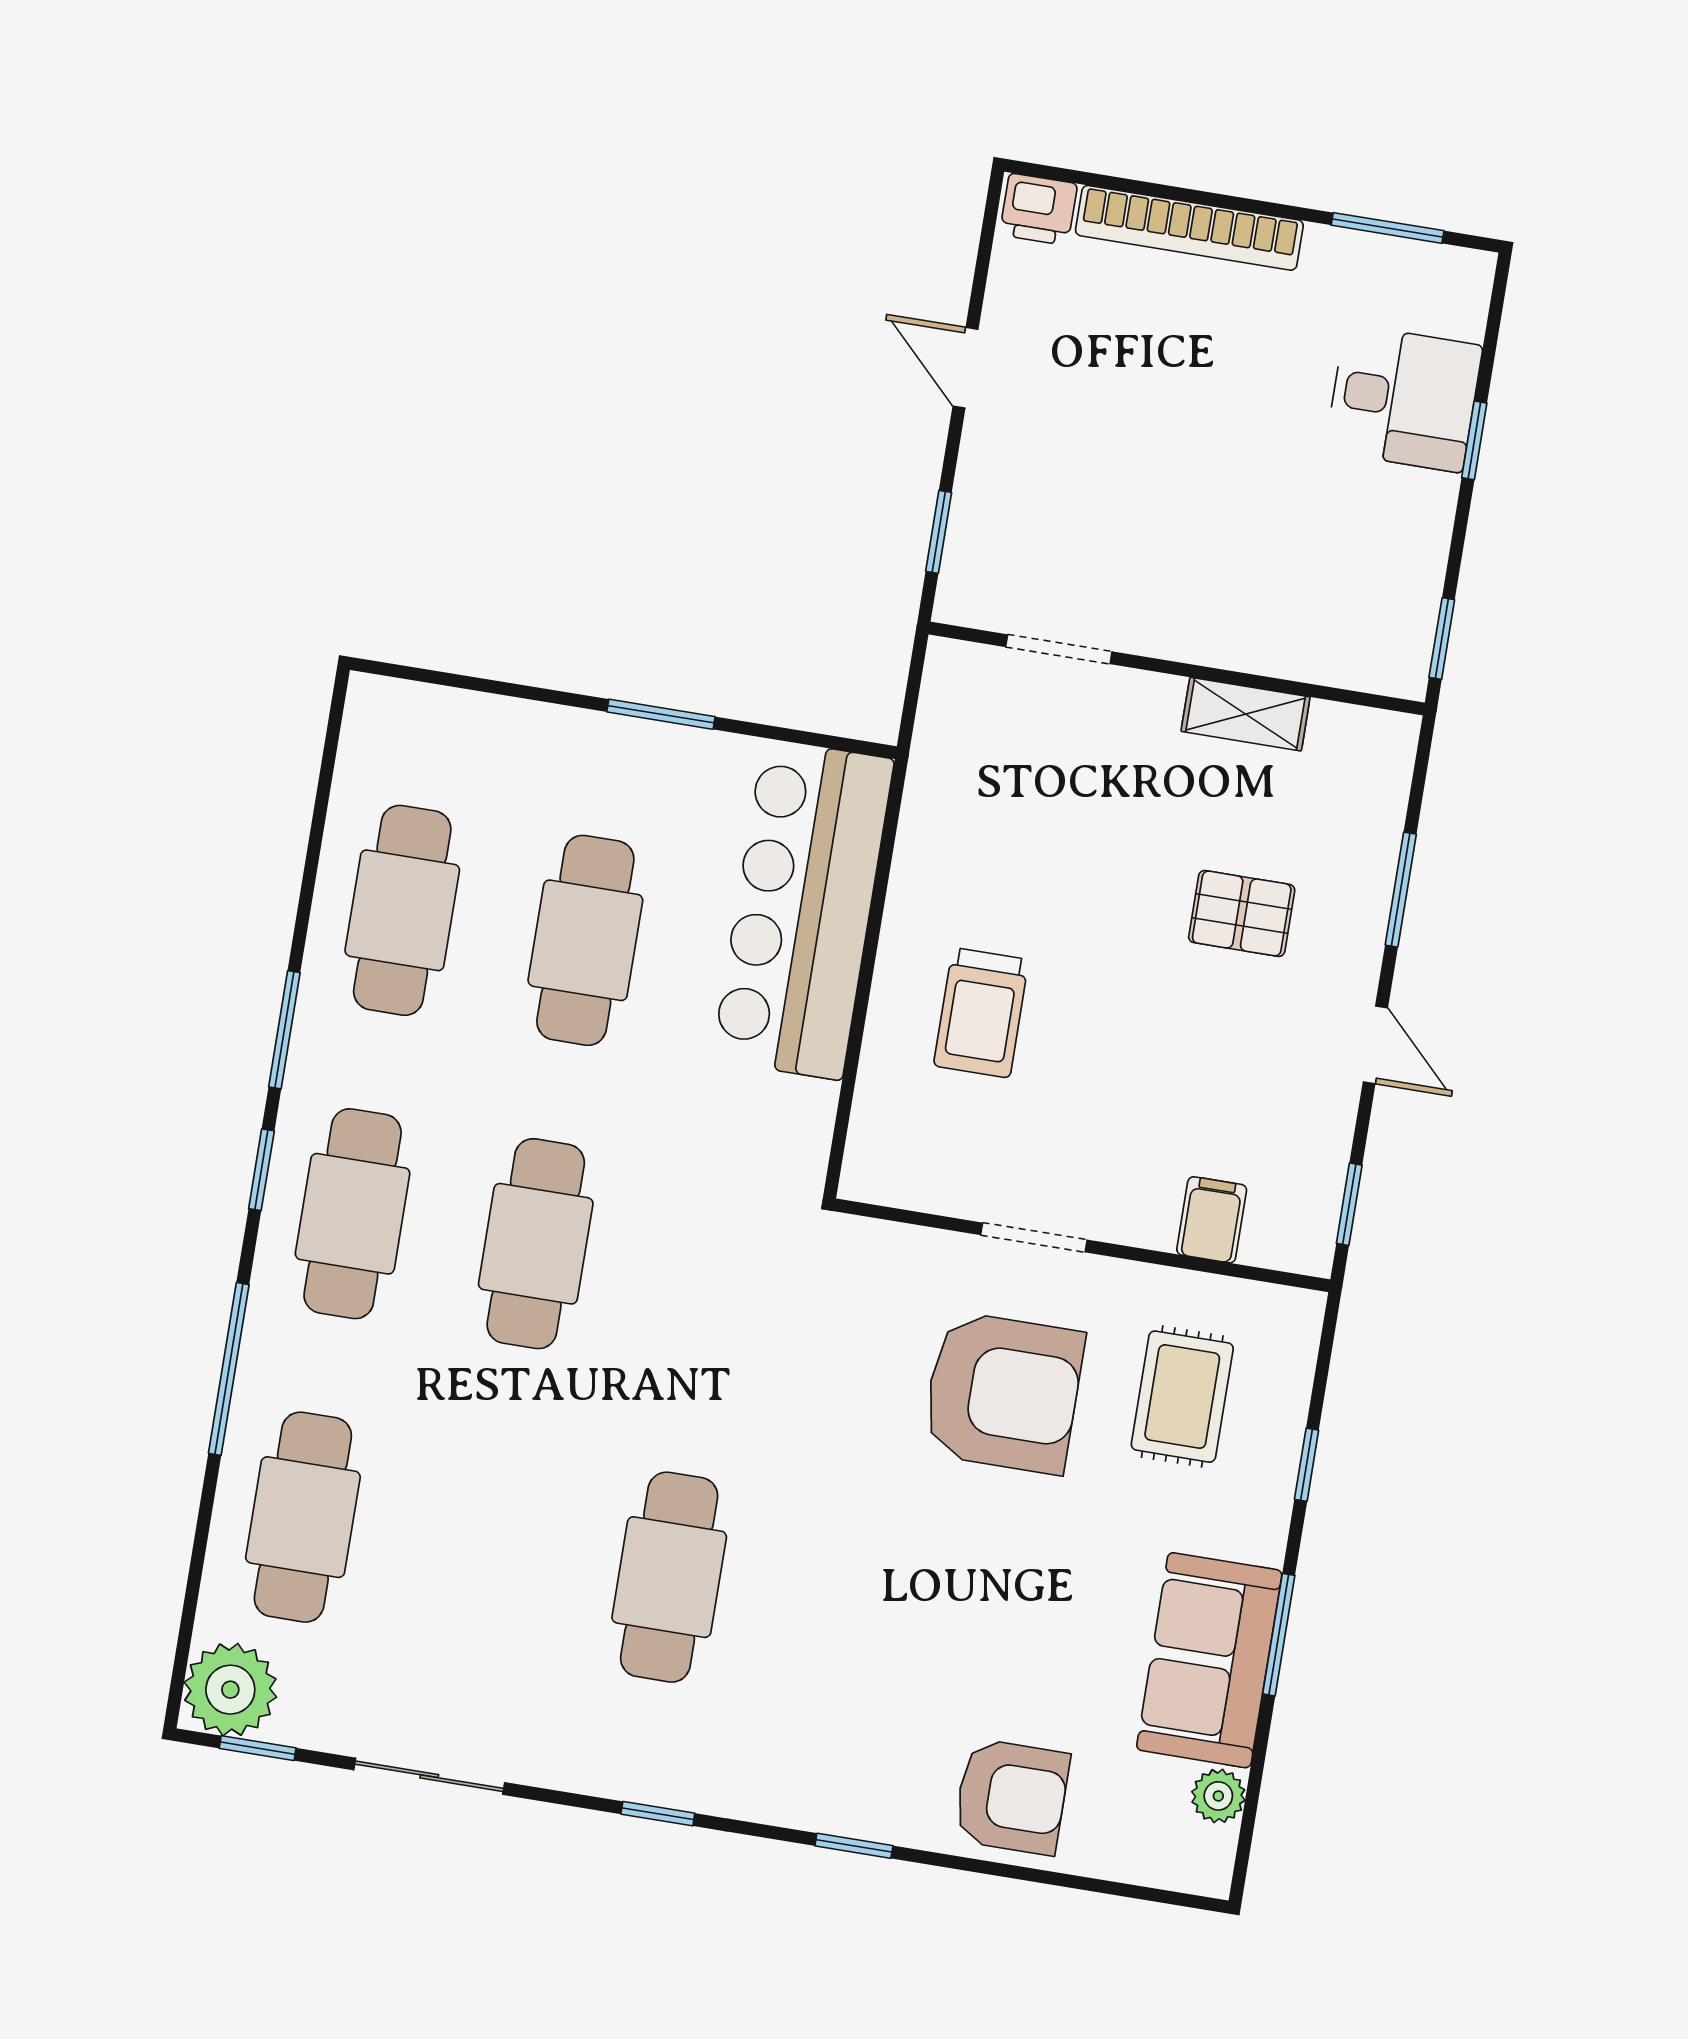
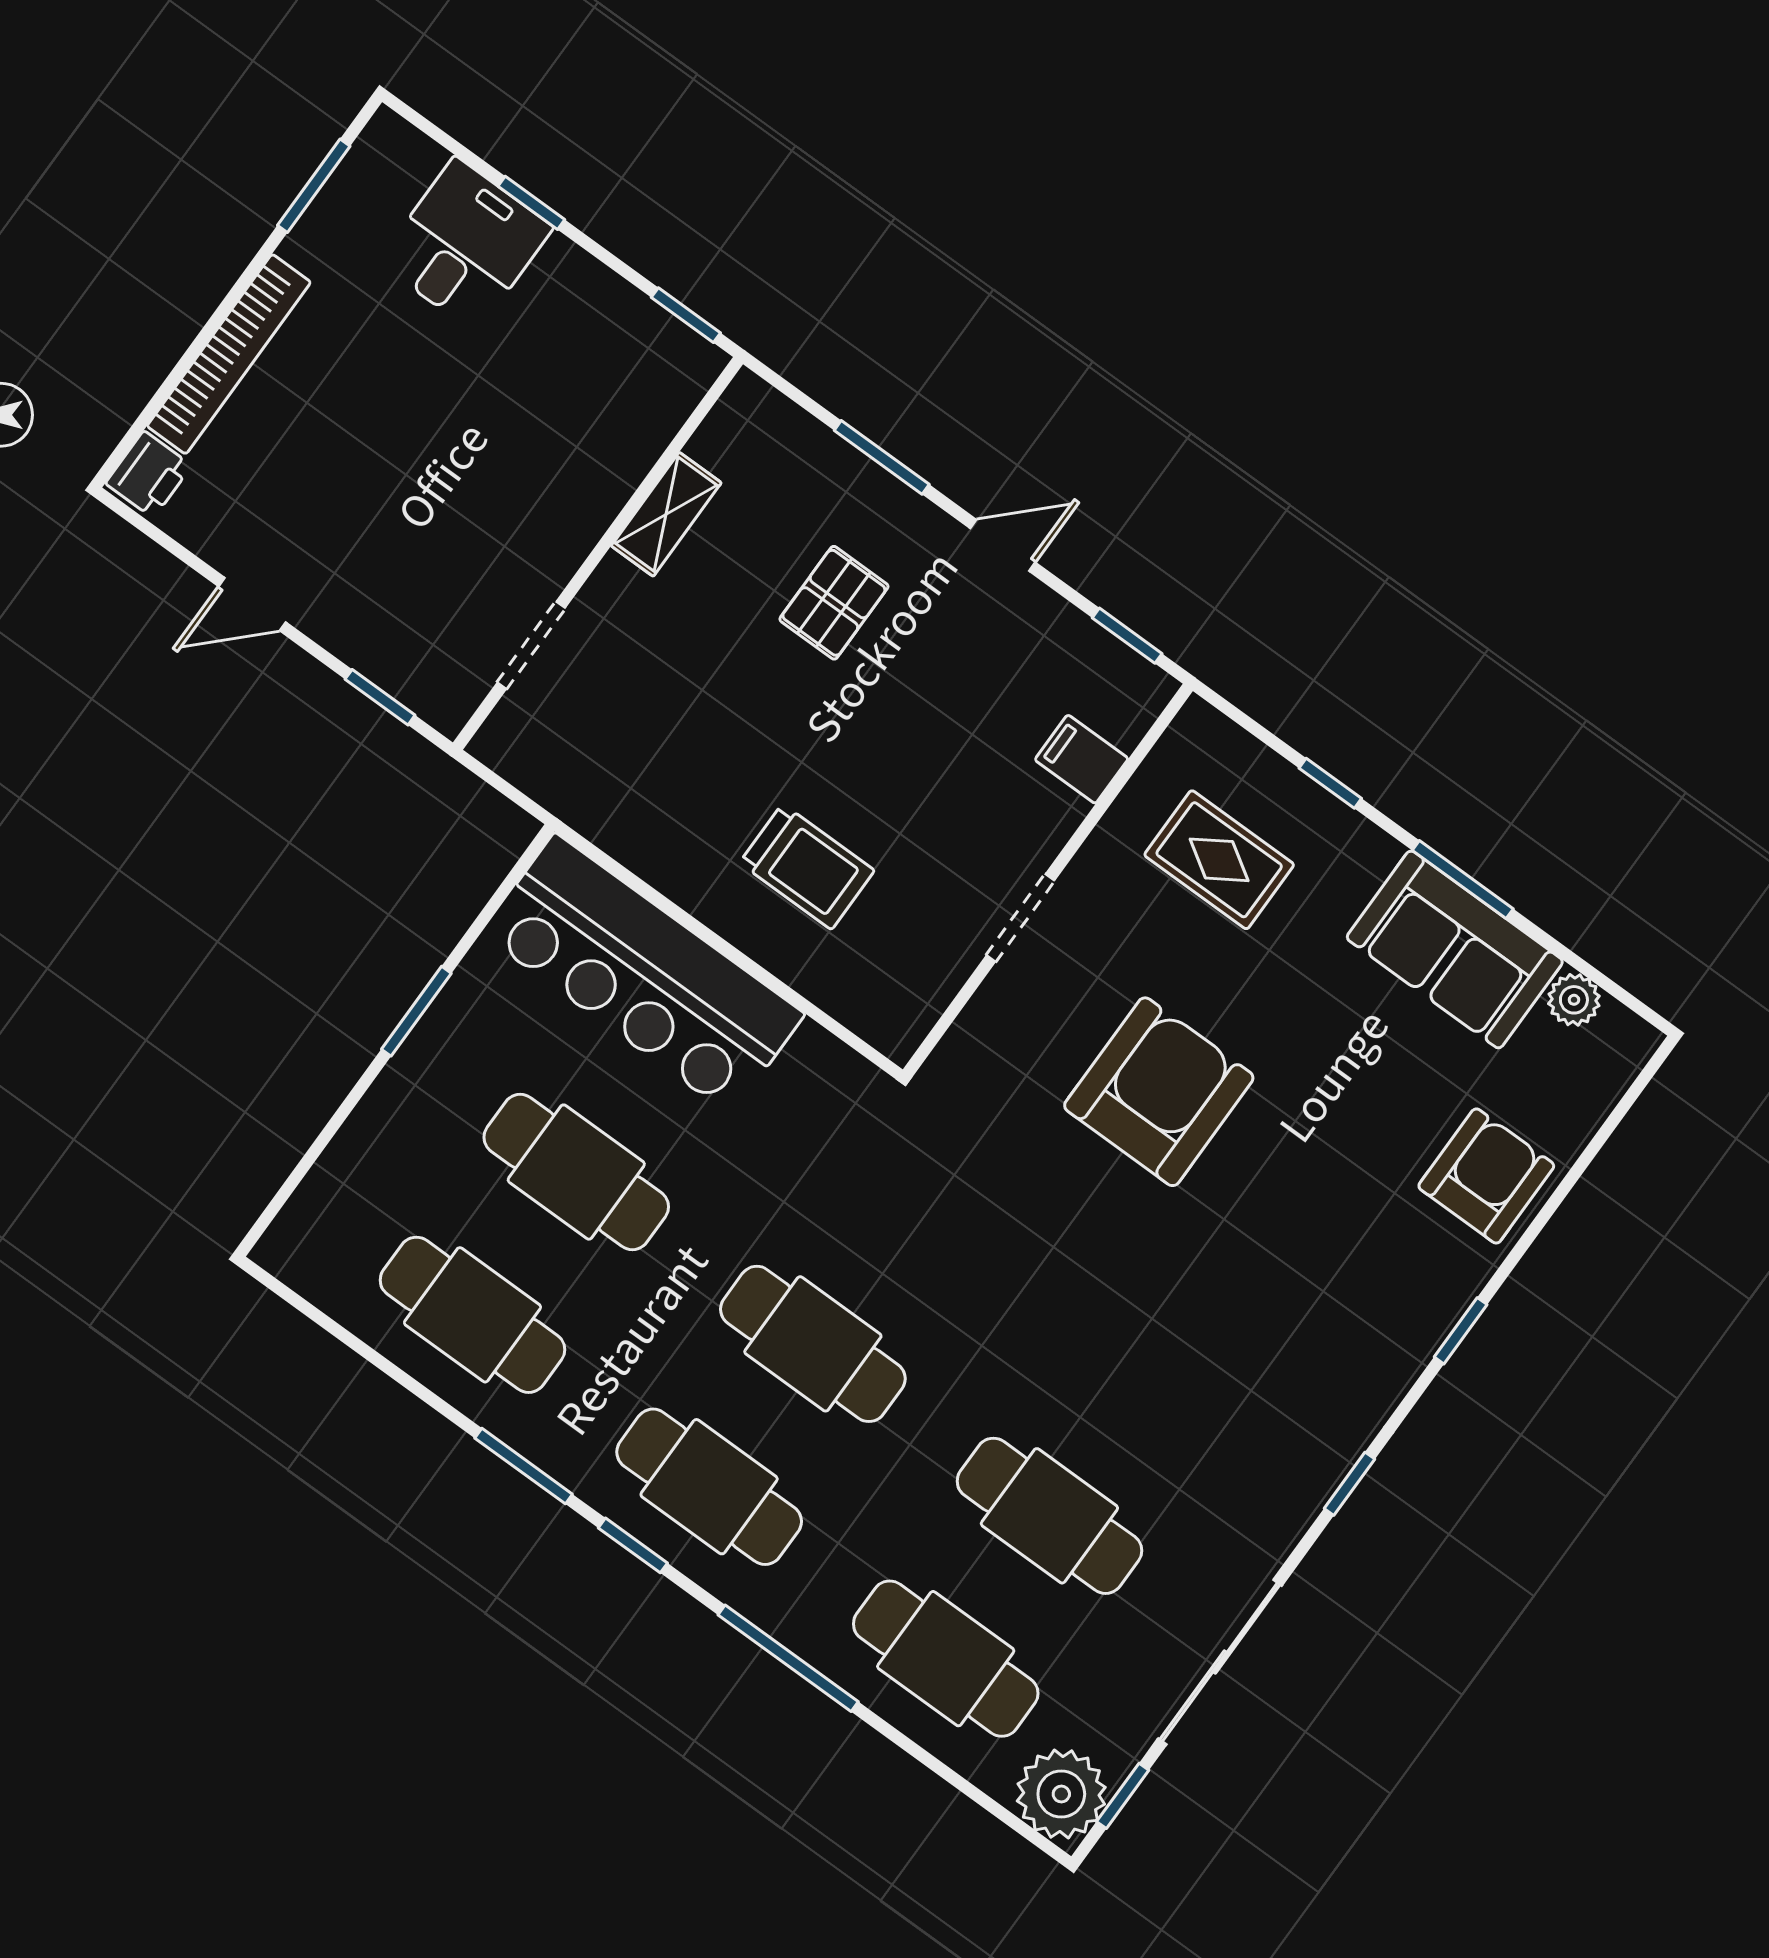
armchair: (1003, 1393) -> (1159, 1092), moved
cafe table: (669, 1577) -> (1049, 1516), moved
sliding door: (429, 1776) -> (1220, 1662), width x1.37

